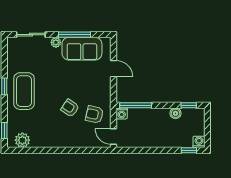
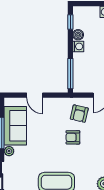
door: (114, 69) -> (35, 95), swing flipped
armchair: (70, 108) -> (73, 137), turned 56
washing machine: (122, 113) -> (78, 46), moved

